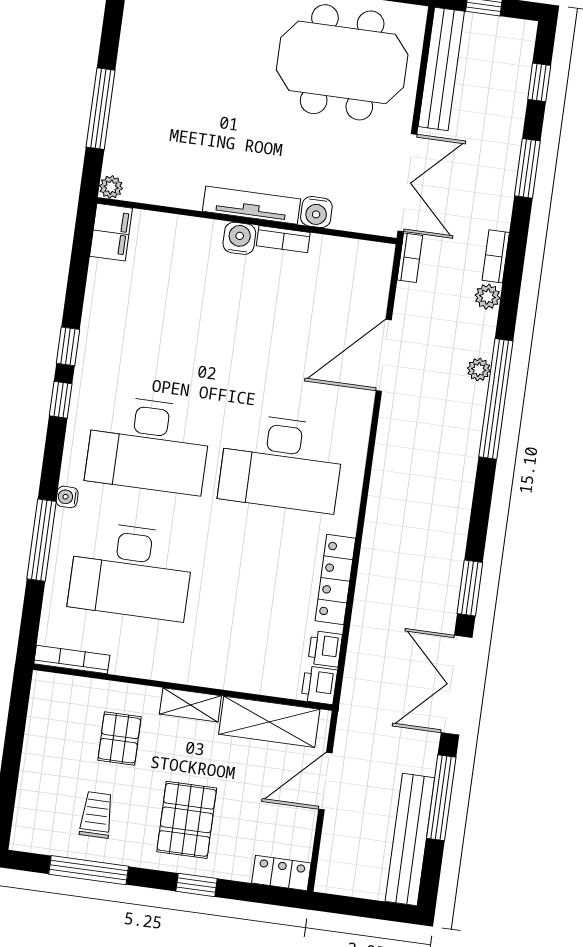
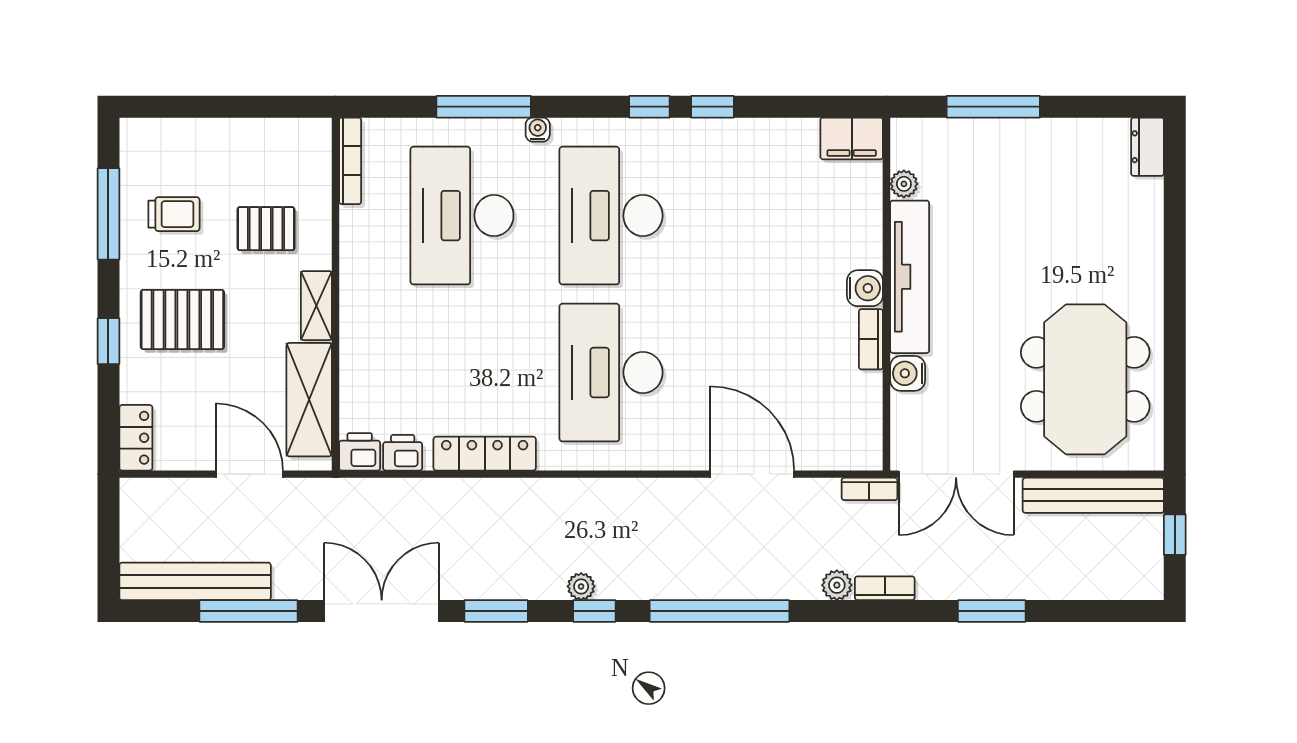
window: (539, 82) -> (594, 611), moved
plant: (111, 187) -> (904, 184), moved
tv unit: (252, 205) -> (910, 277), width x1.36, depth x1.29
plant: (479, 370) -> (581, 586), moved

